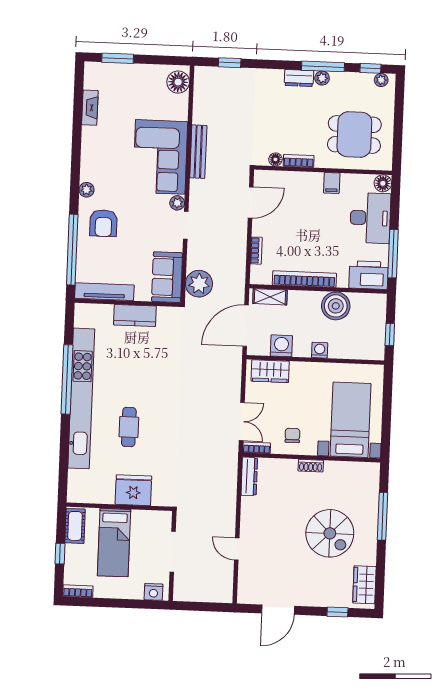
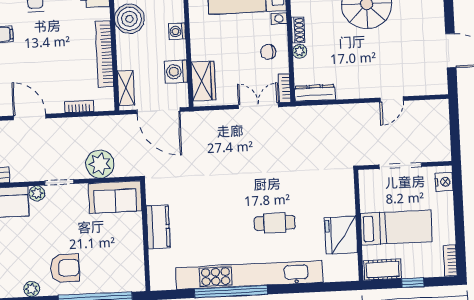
plant: (199, 284) -> (100, 164), moved
tv unit: (104, 292) -> (136, 261), removed
plant: (290, 465) -> (300, 51), added
fridge: (133, 490) -> (341, 235), moved

